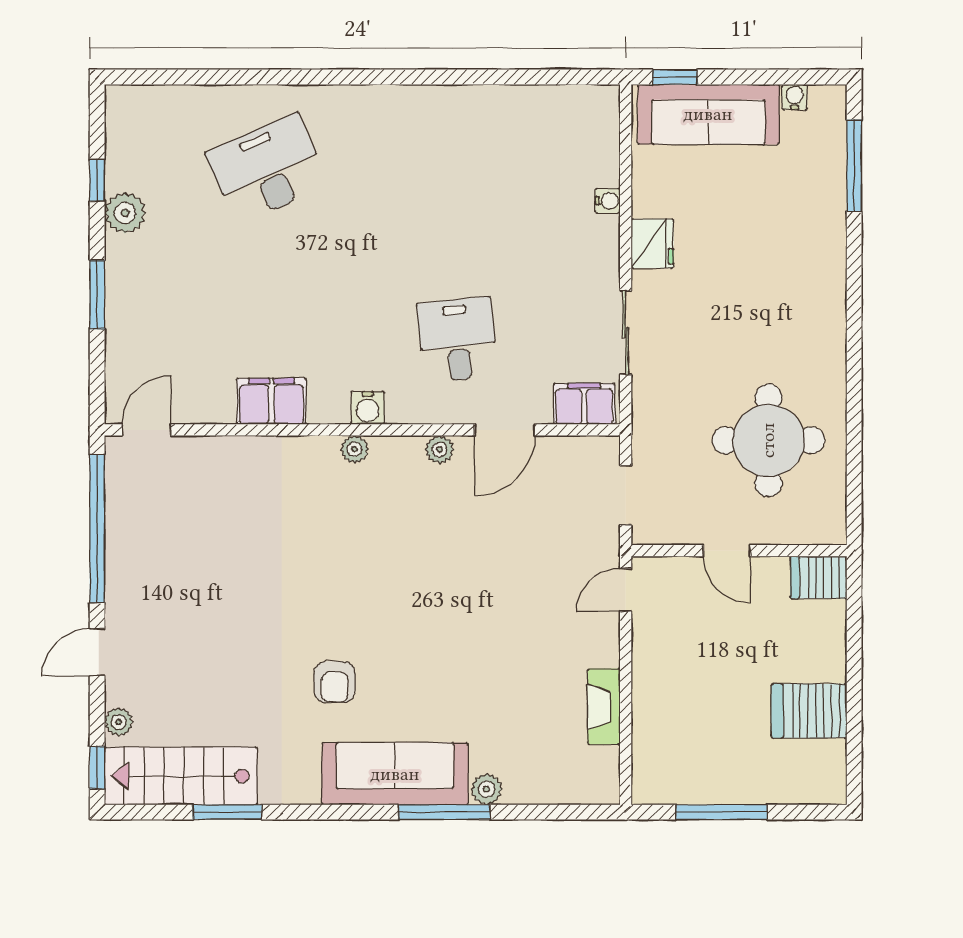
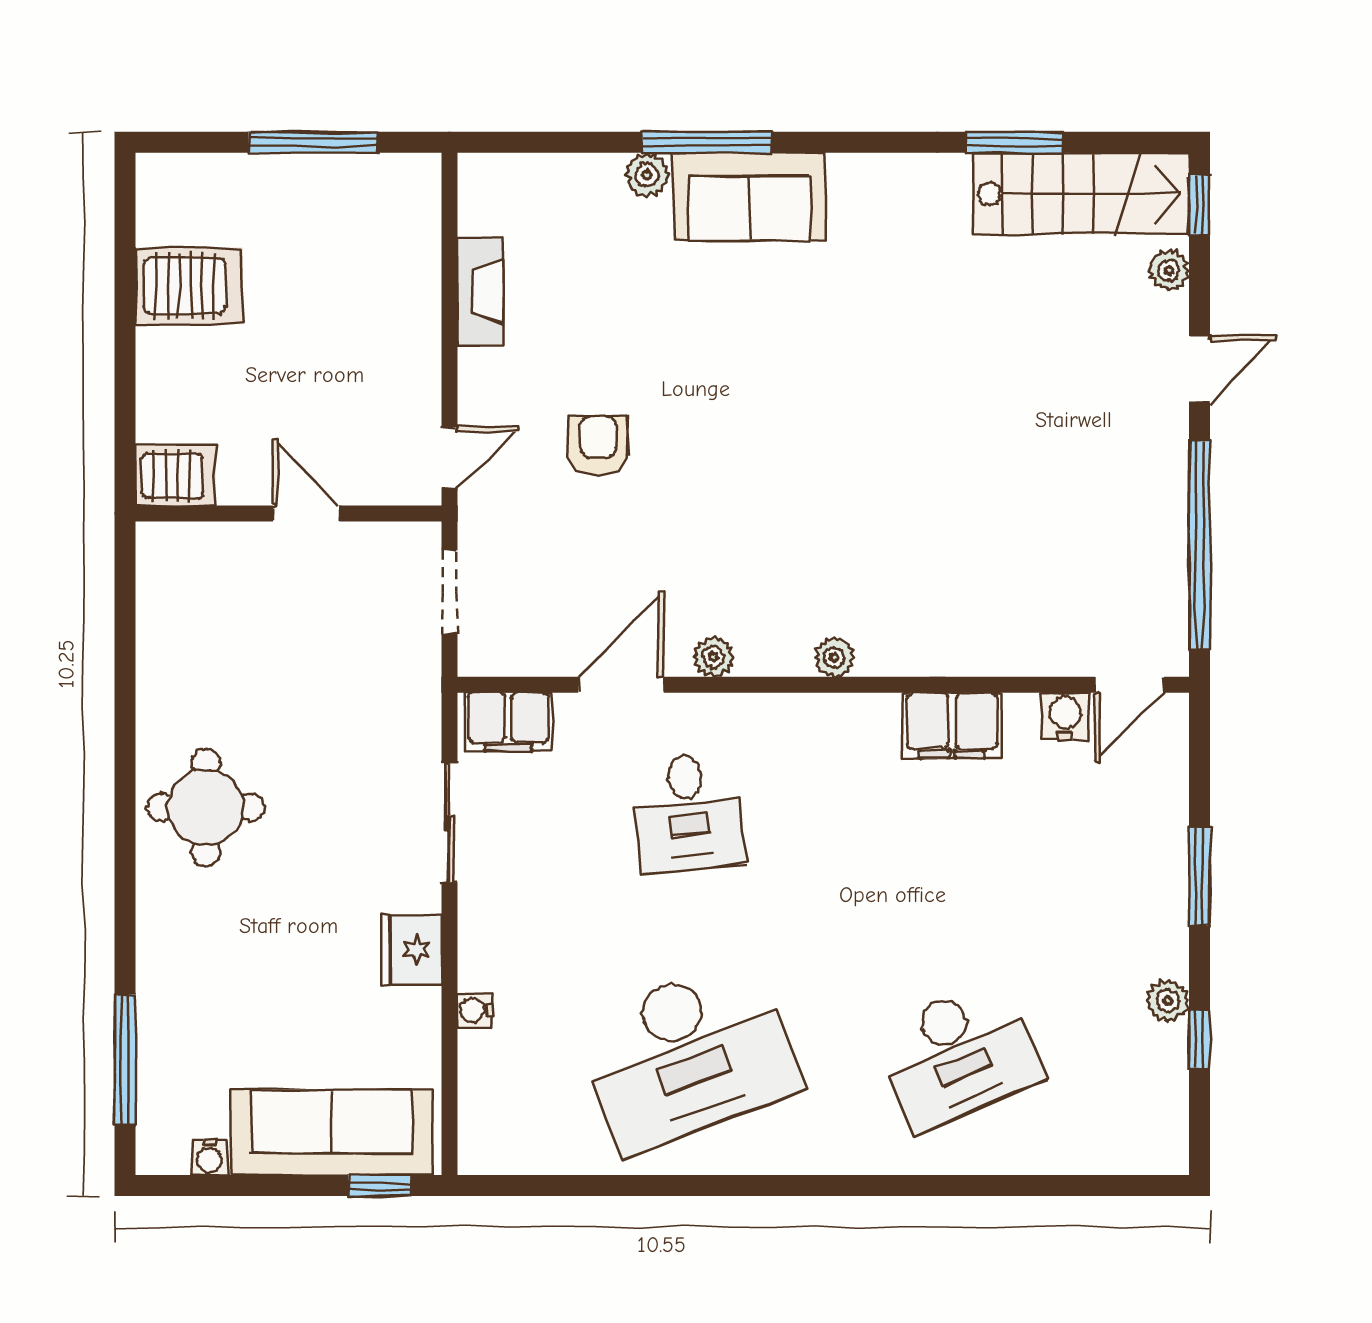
desk: (457, 169) -> (688, 1055), added
plant: (125, 213) -> (1168, 1001), width x0.73, depth x0.73
water cooler: (368, 408) -> (1065, 716), moved
round table: (768, 440) -> (206, 807), moved, width x0.73, depth x0.73
armchair: (335, 682) -> (598, 445), moved
sofa: (395, 774) -> (749, 197), width x0.73

